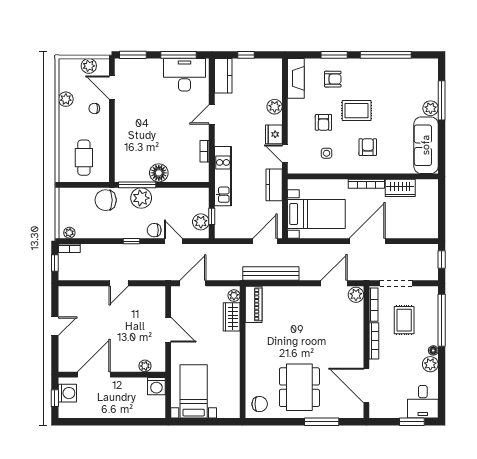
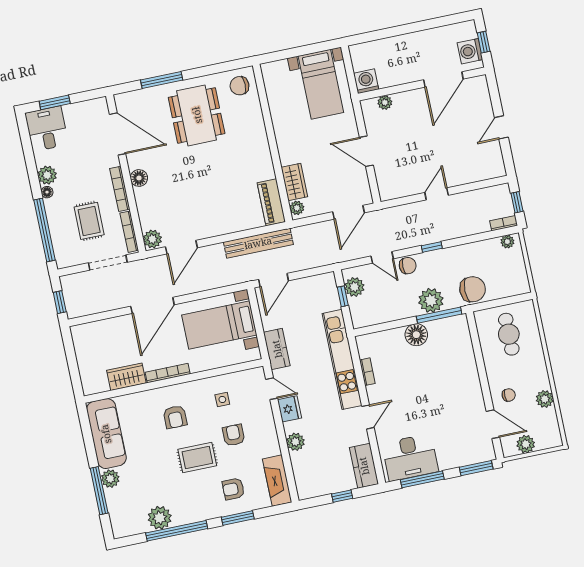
plant: (397, 68) -> (160, 518), added
kitchen unit: (223, 176) -> (342, 359), width x1.36
floor lamp: (357, 346) -> (139, 178), added

